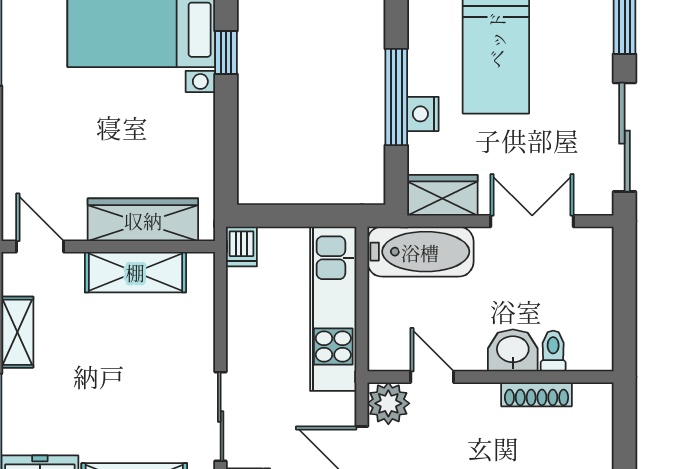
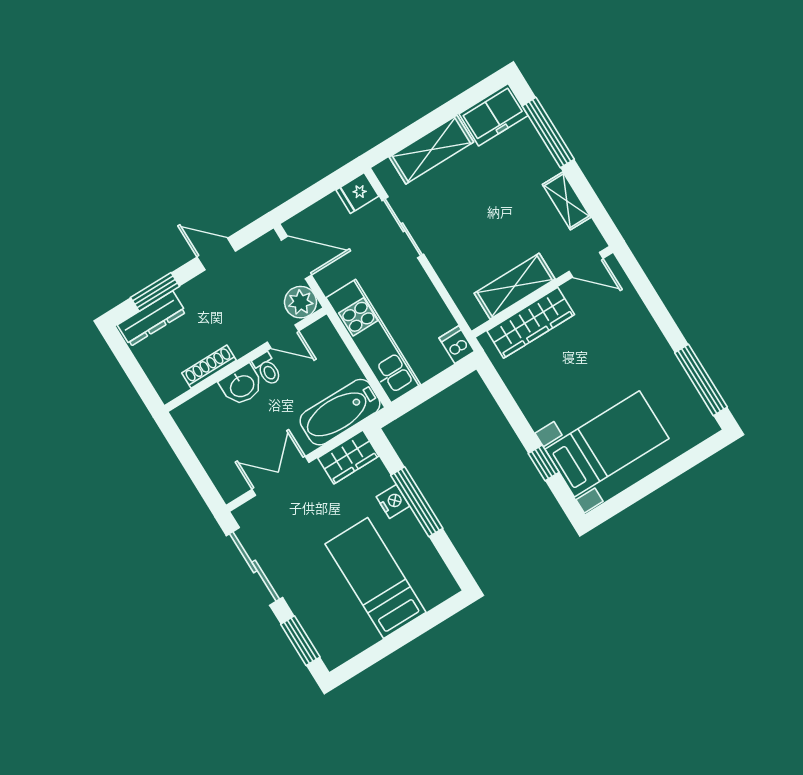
double door: (532, 221) -> (281, 476), swing flipped
toilet: (553, 351) -> (267, 369), moved

